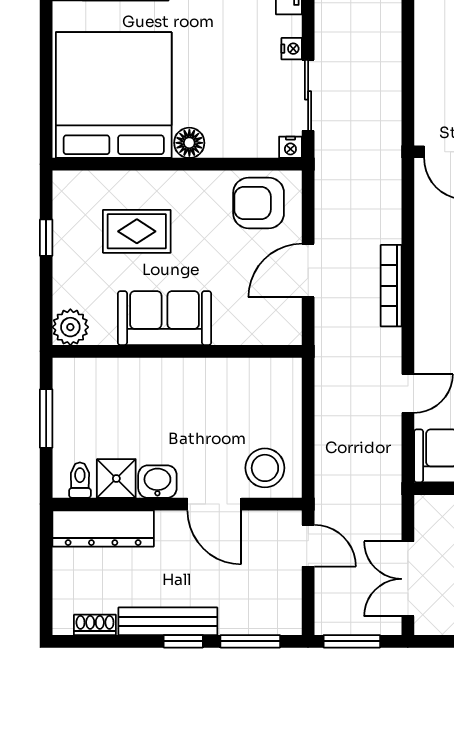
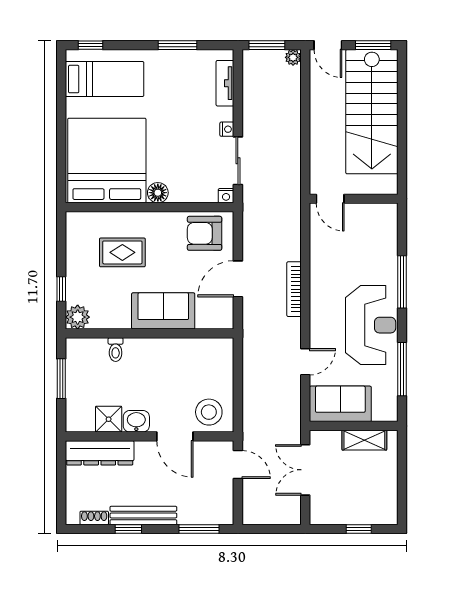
window: (46, 238) -> (61, 289), moved
sofa: (164, 318) -> (163, 311), moved
toilet: (80, 480) -> (116, 350), moved, turned 180
double door: (408, 579) -> (305, 470), moved
window: (183, 641) -> (128, 529), moved
window: (352, 641) -> (267, 529), removed

